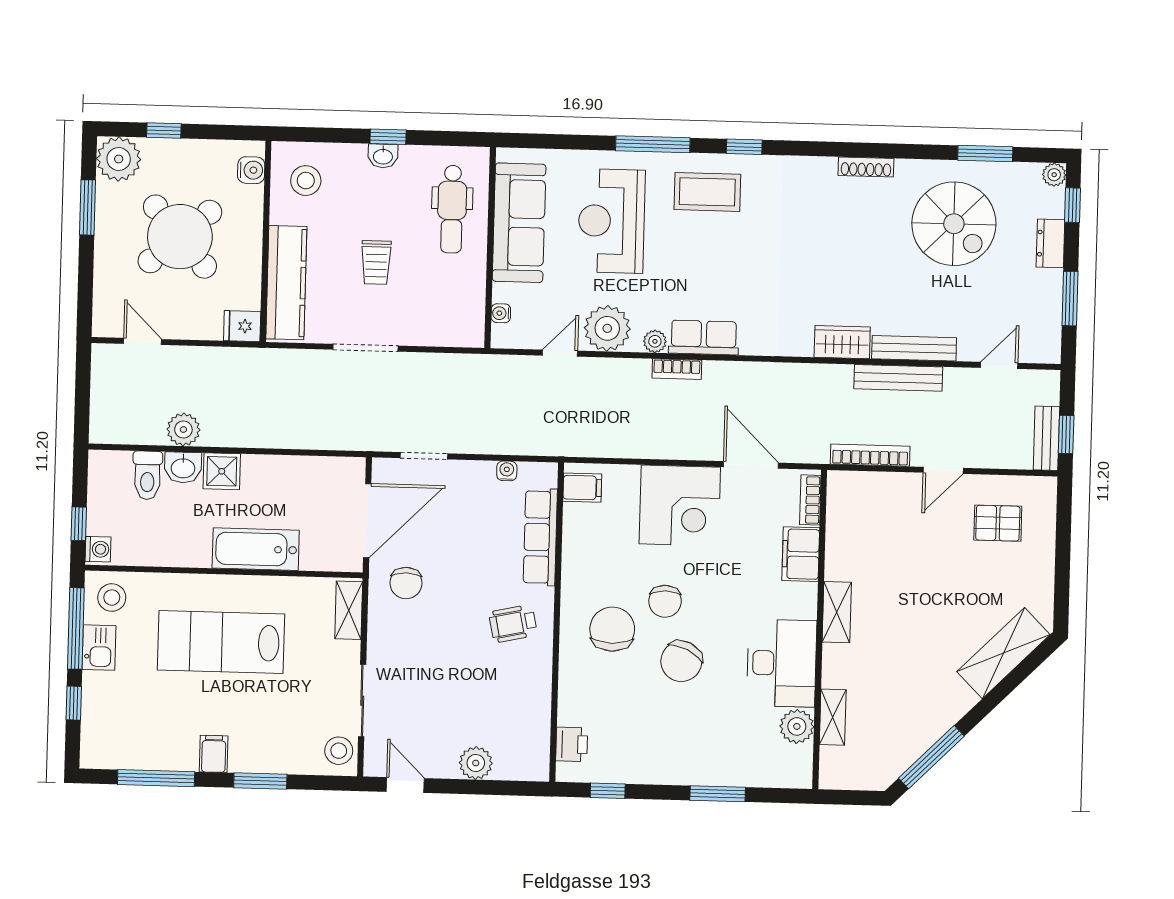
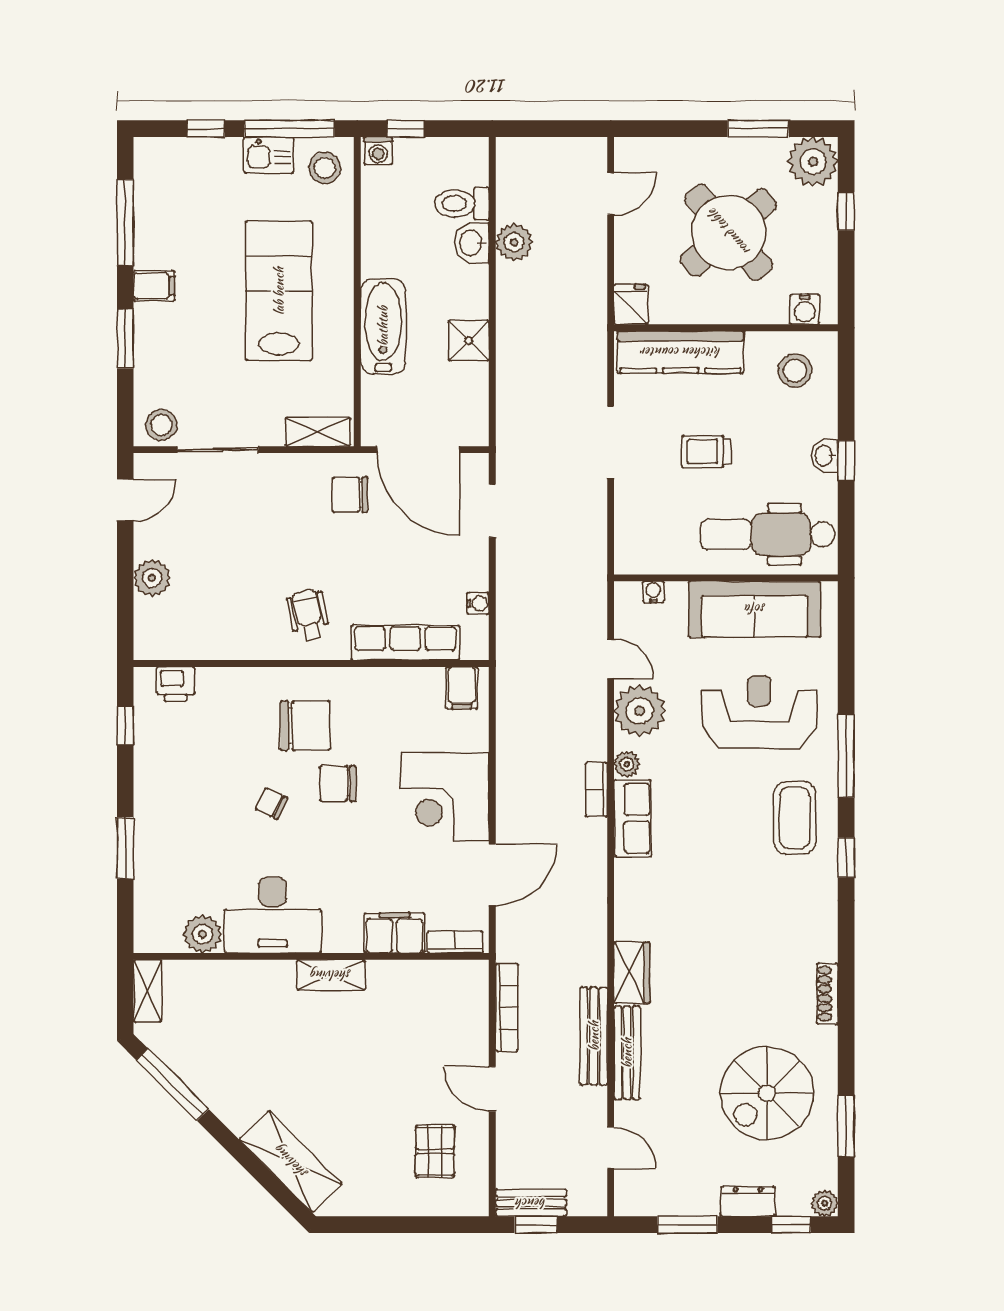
dental chair: (452, 209) -> (768, 534), width x1.36, depth x1.38
shower: (222, 471) -> (469, 340), moved
chair: (681, 661) -> (272, 804), width x0.54, depth x0.54
shelving: (833, 717) -> (147, 991), moved, turned 90

